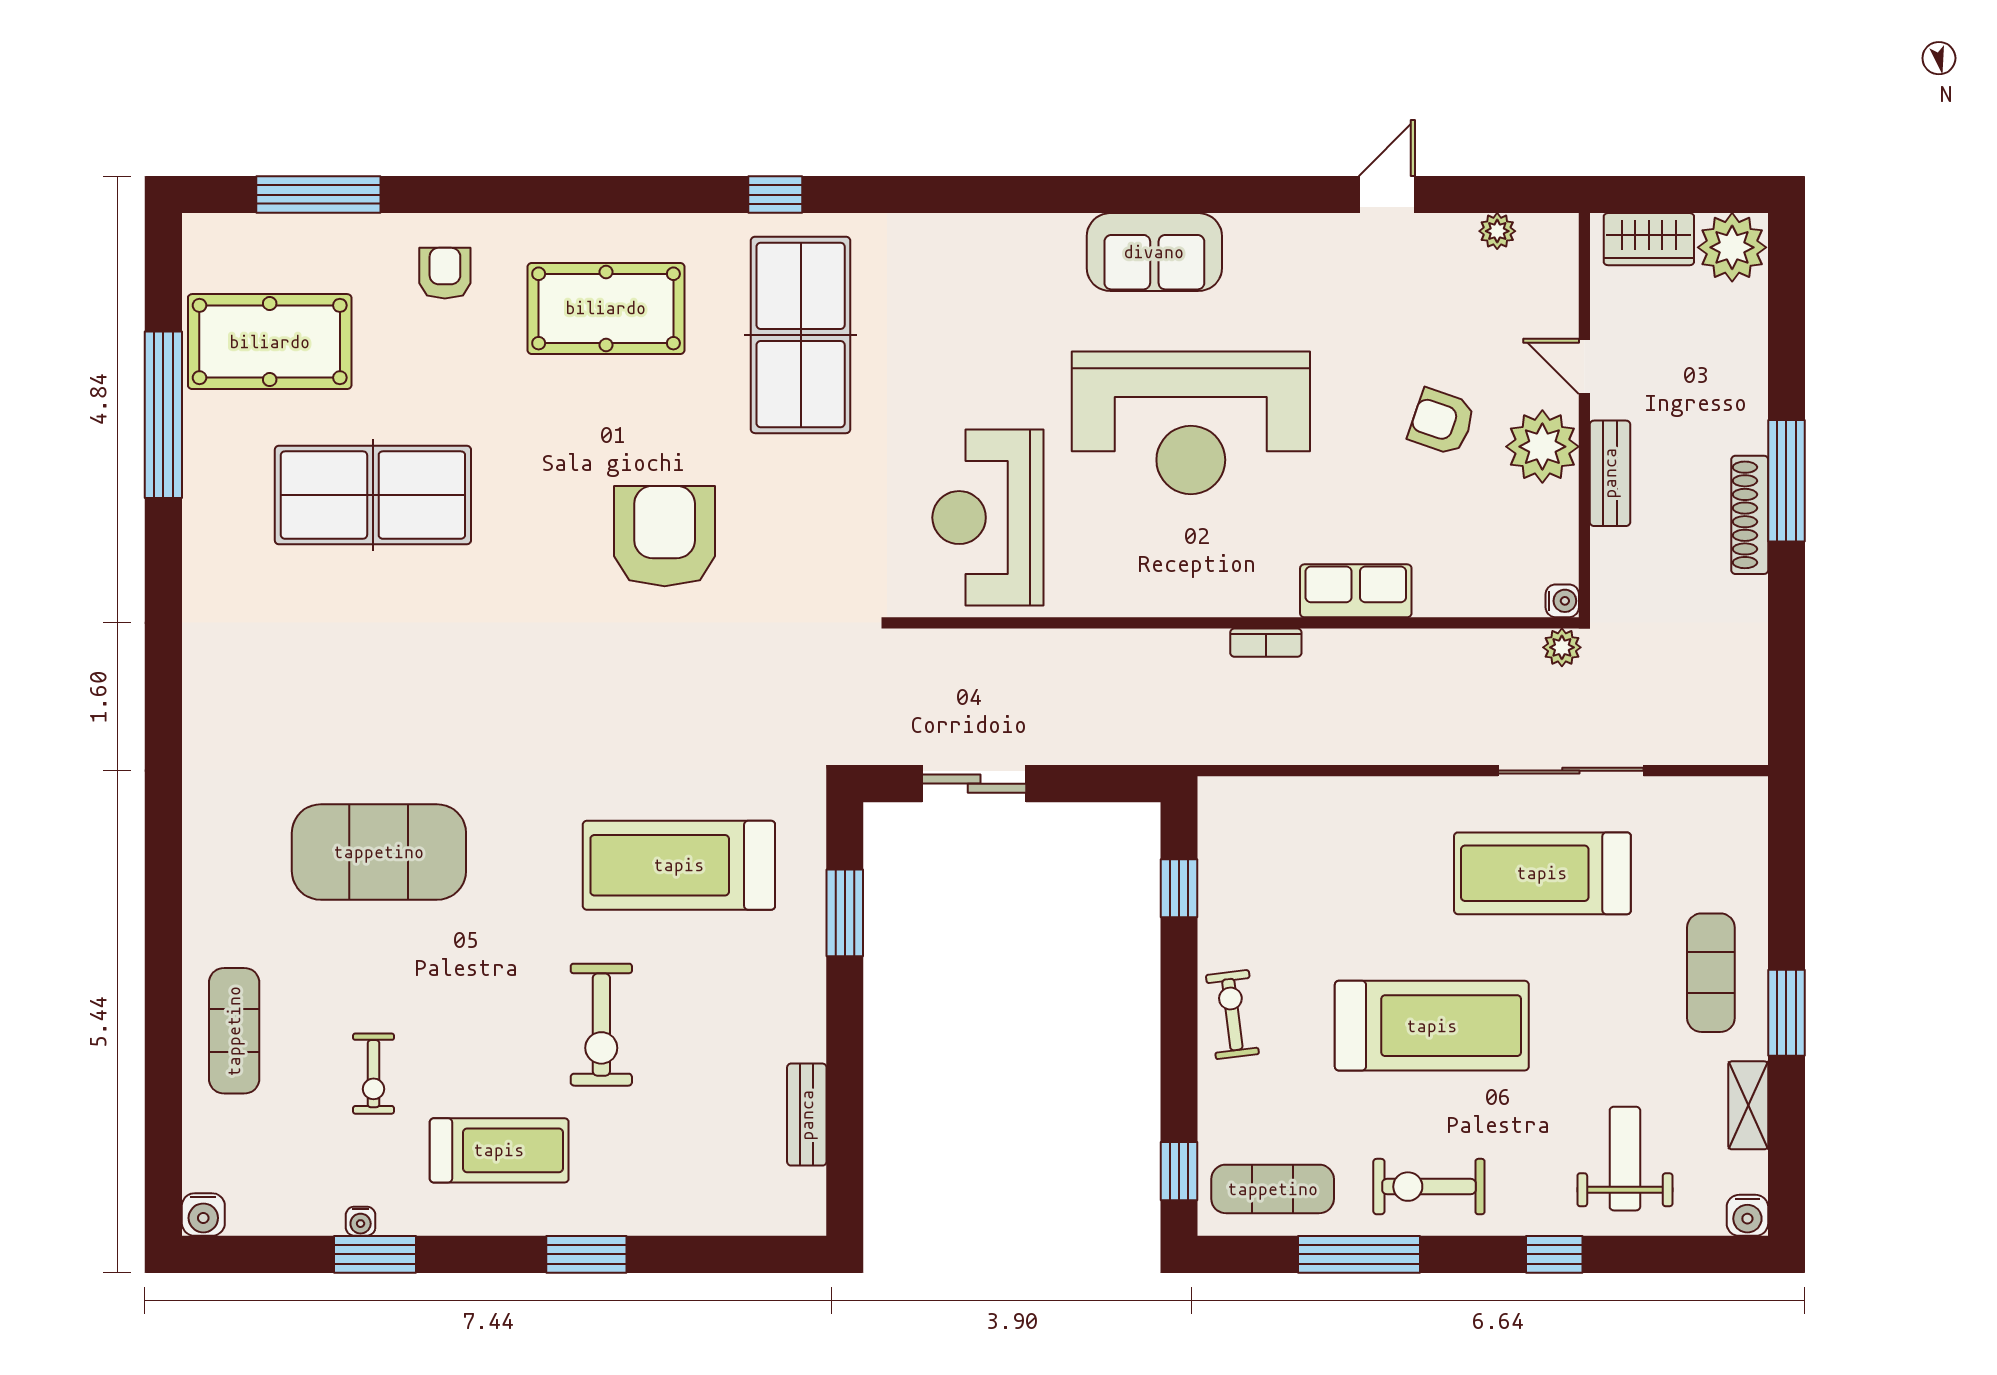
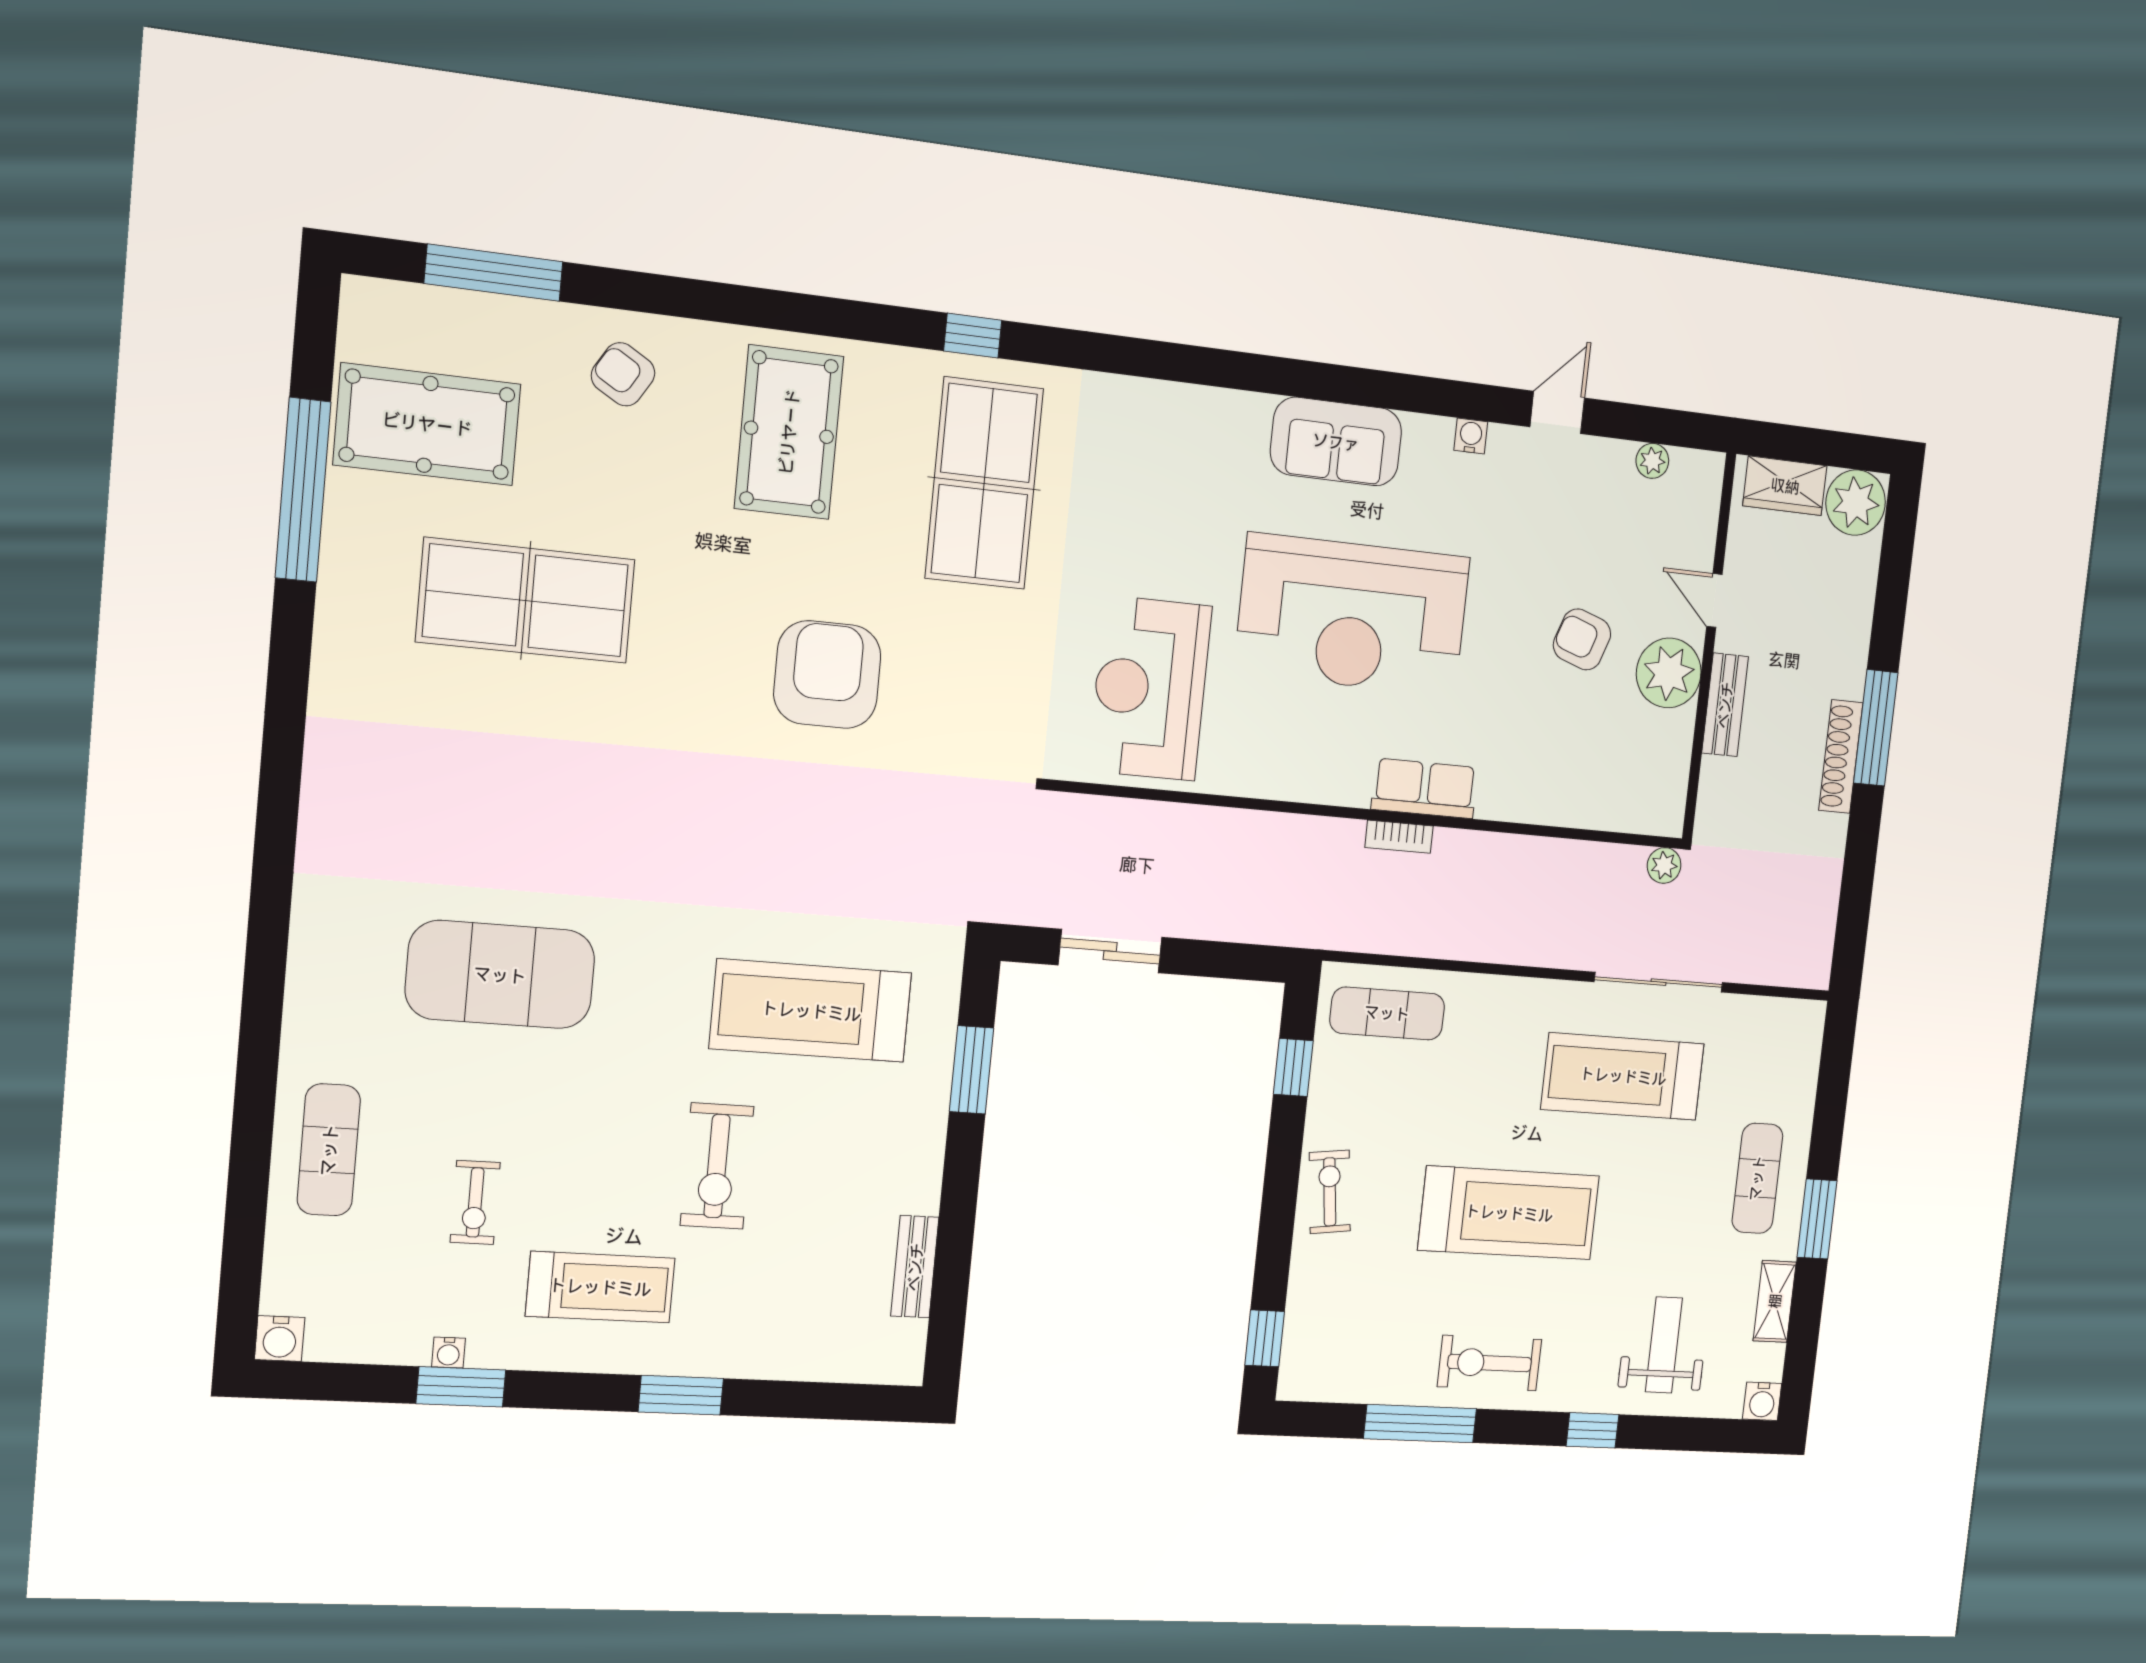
armchair: (445, 273) -> (623, 374), turned -59
pool table: (606, 308) -> (789, 432), turned 90
row of seats: (1356, 591) -> (1424, 788), moved
water cooler: (1562, 601) -> (1471, 436), moved, turned -90
exercise mat: (1273, 1189) -> (1387, 1013), moved

